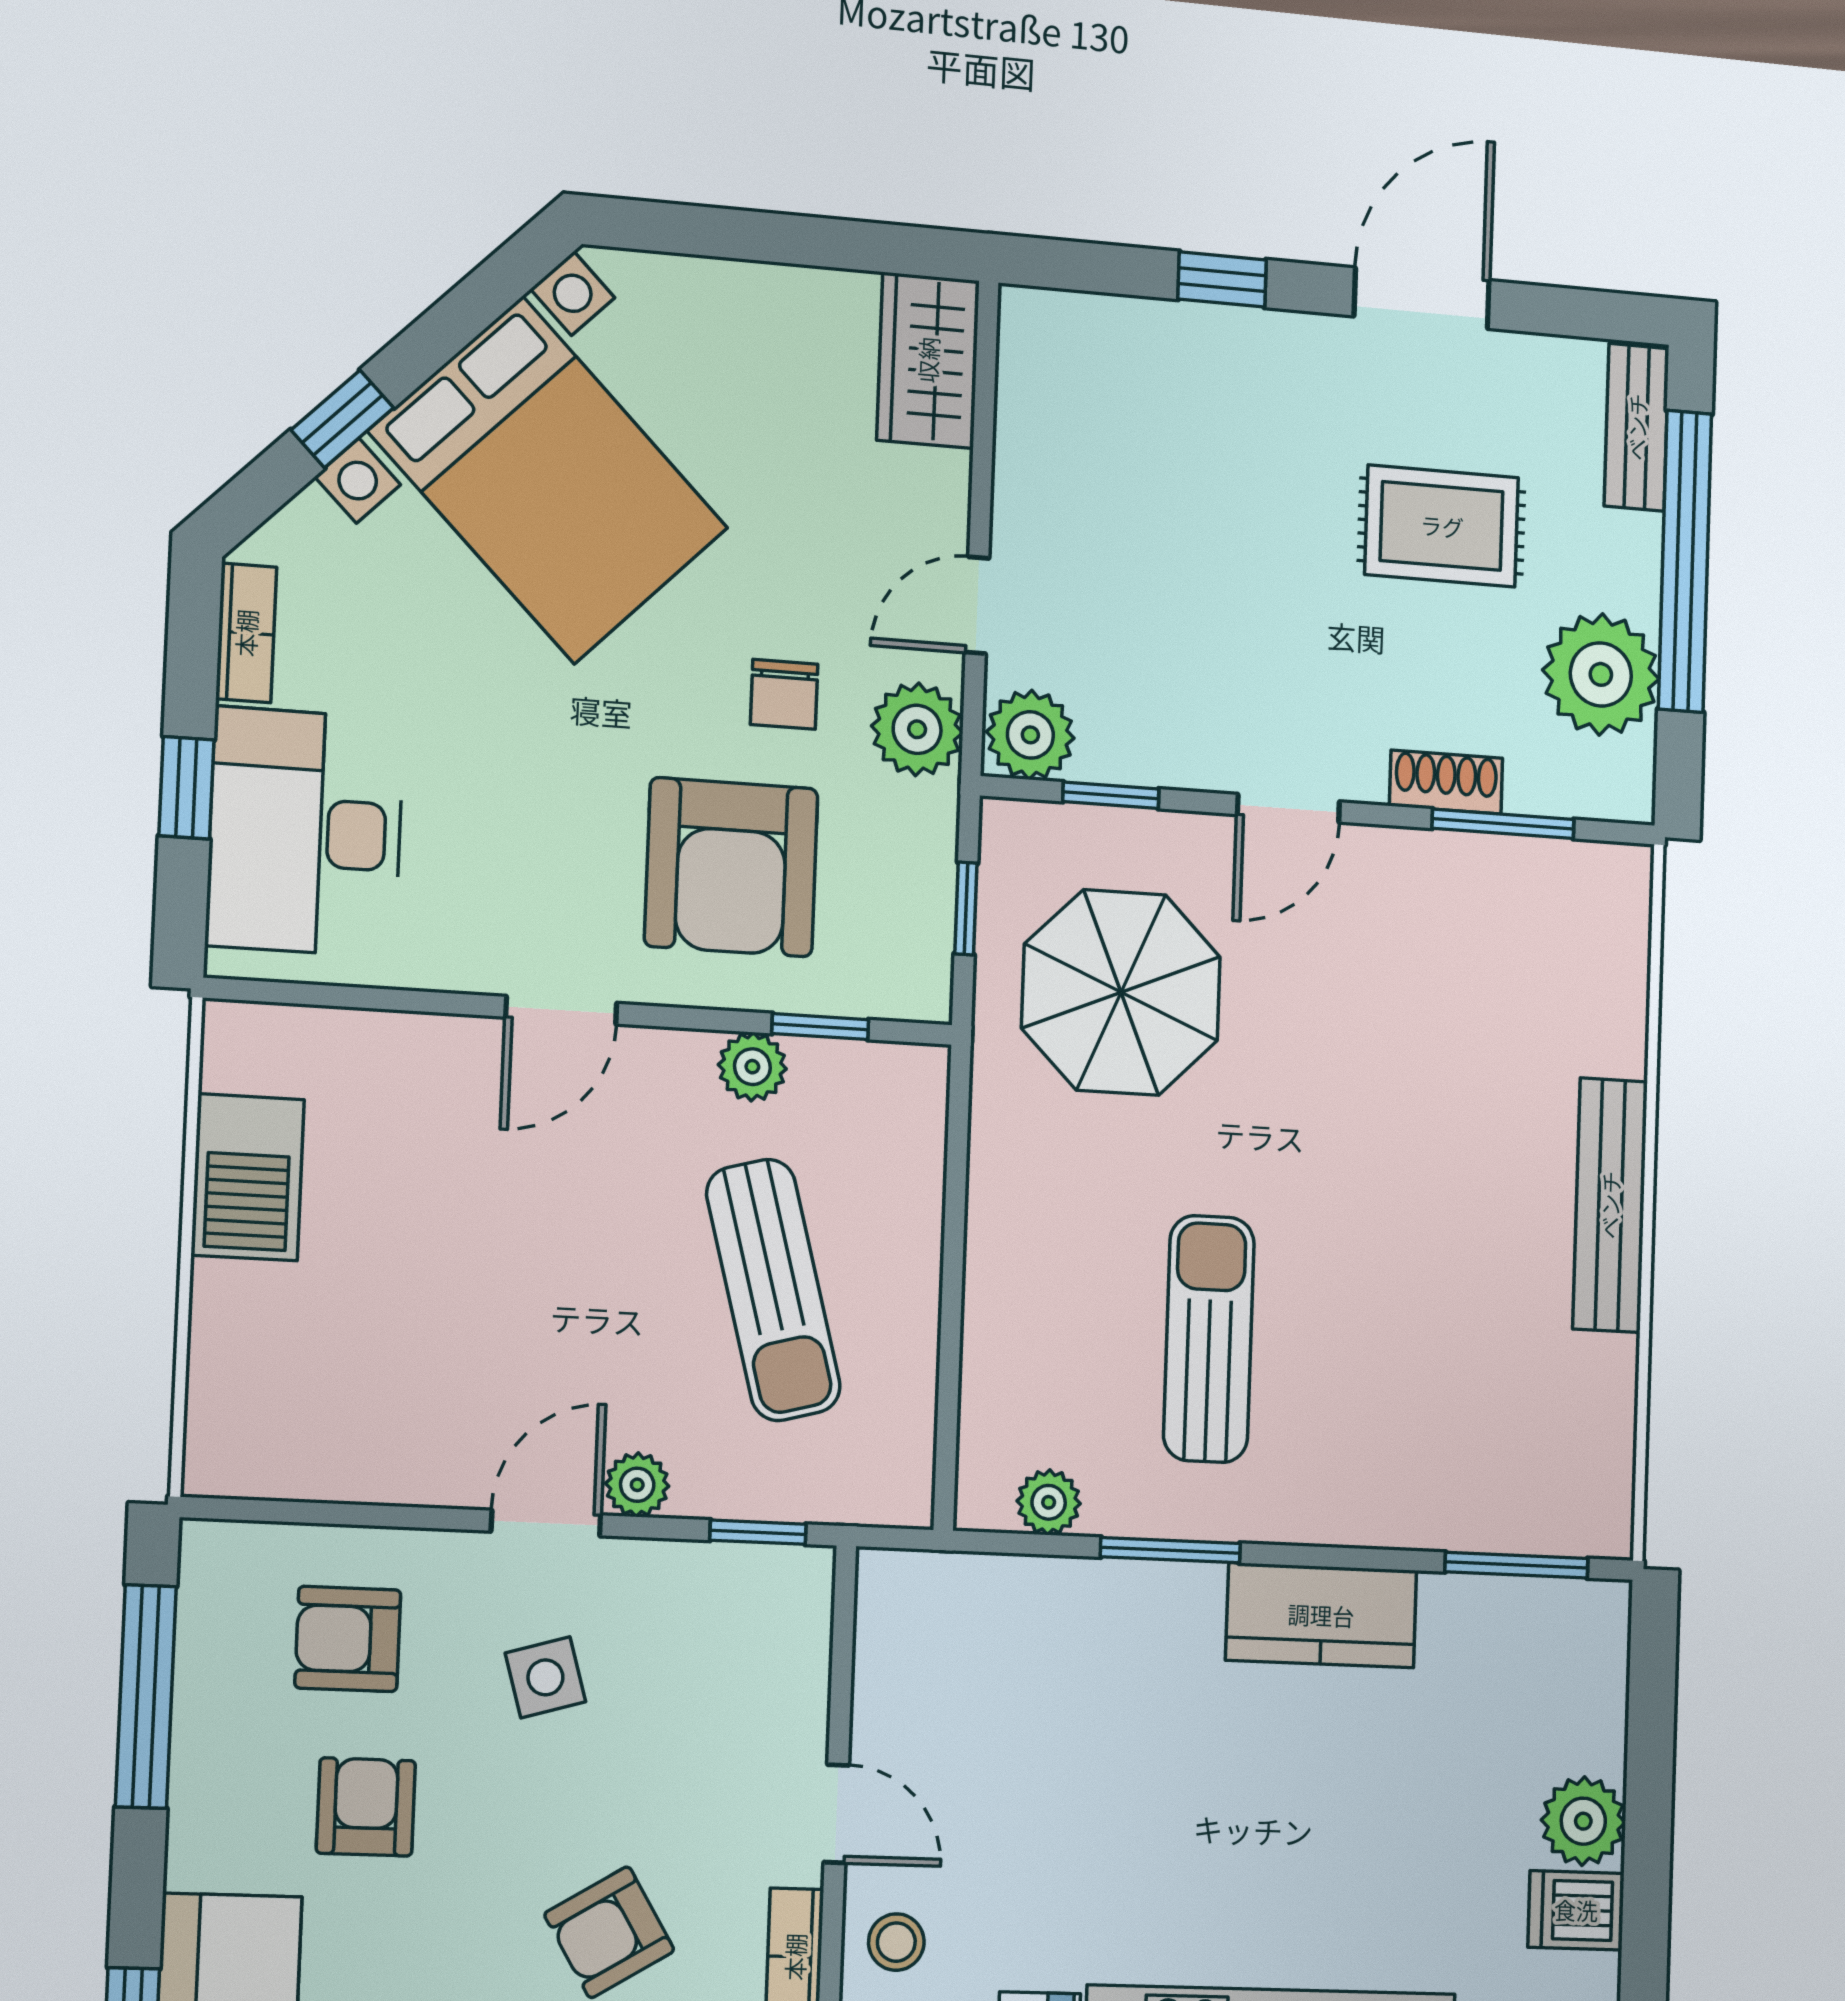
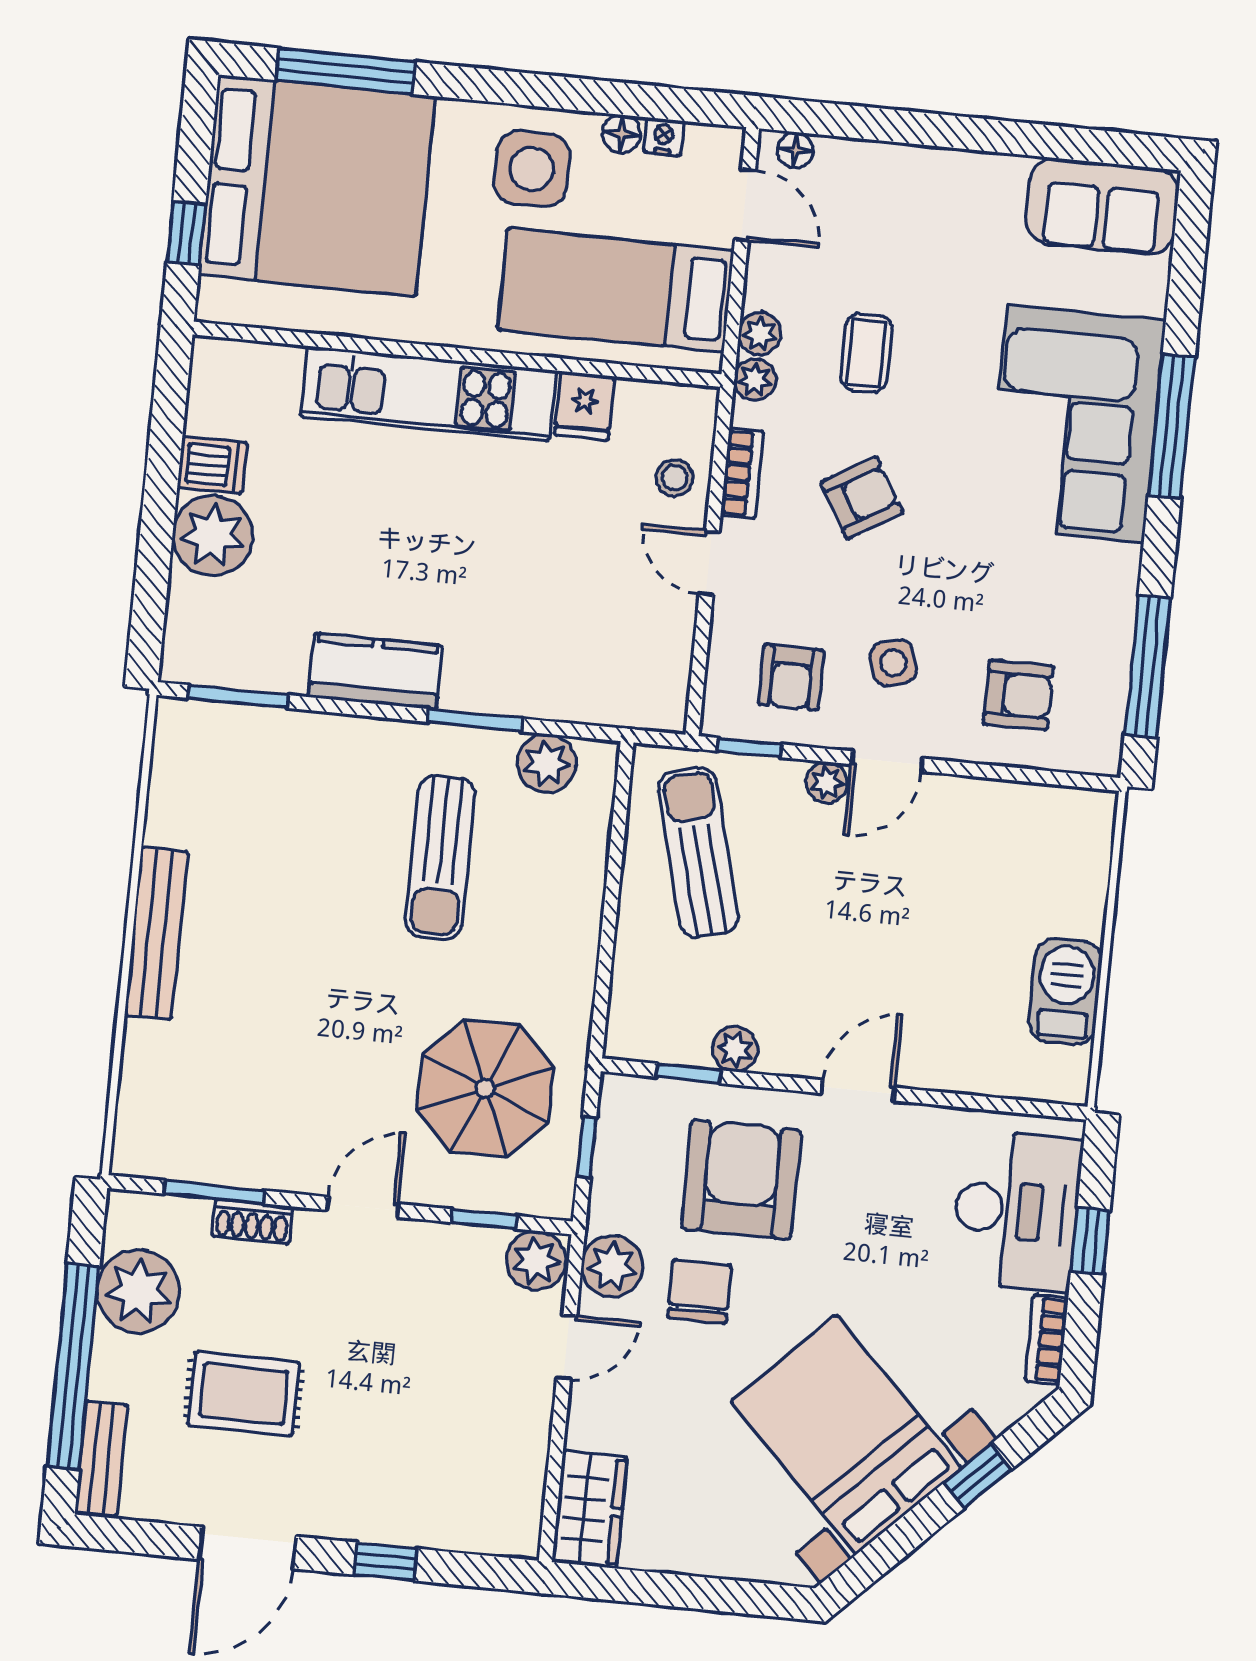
chair: (784, 694) -> (699, 1291), width x1.37, depth x1.37
sun lounger: (773, 1290) -> (698, 853), moved
plant: (1049, 1502) -> (547, 763), width x1.38, depth x1.38
armchair: (366, 1807) -> (791, 677), moved
plant: (1583, 1821) -> (213, 536), width x1.36, depth x1.36

